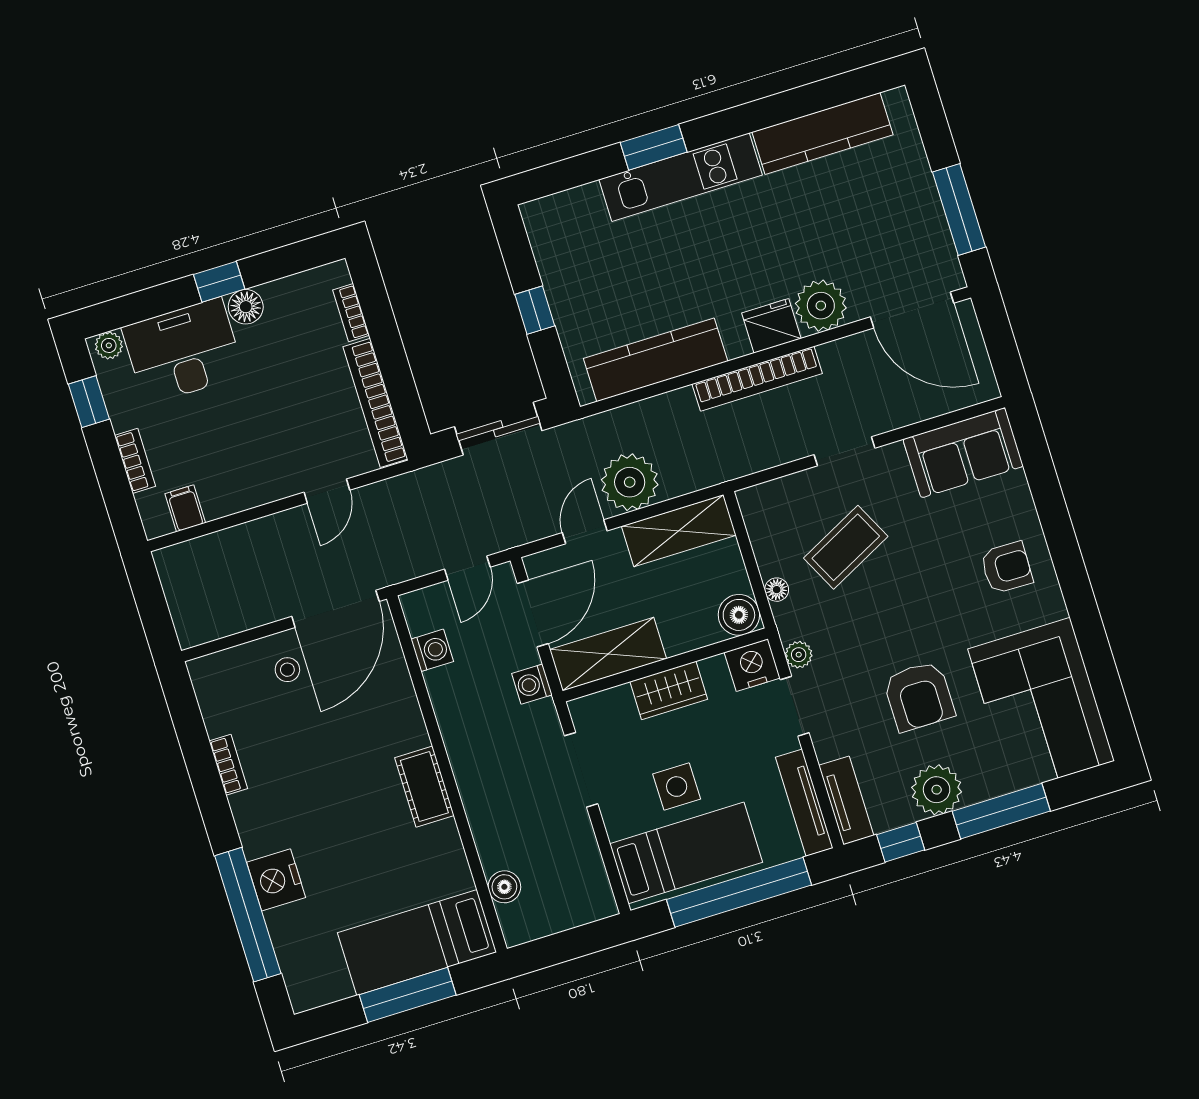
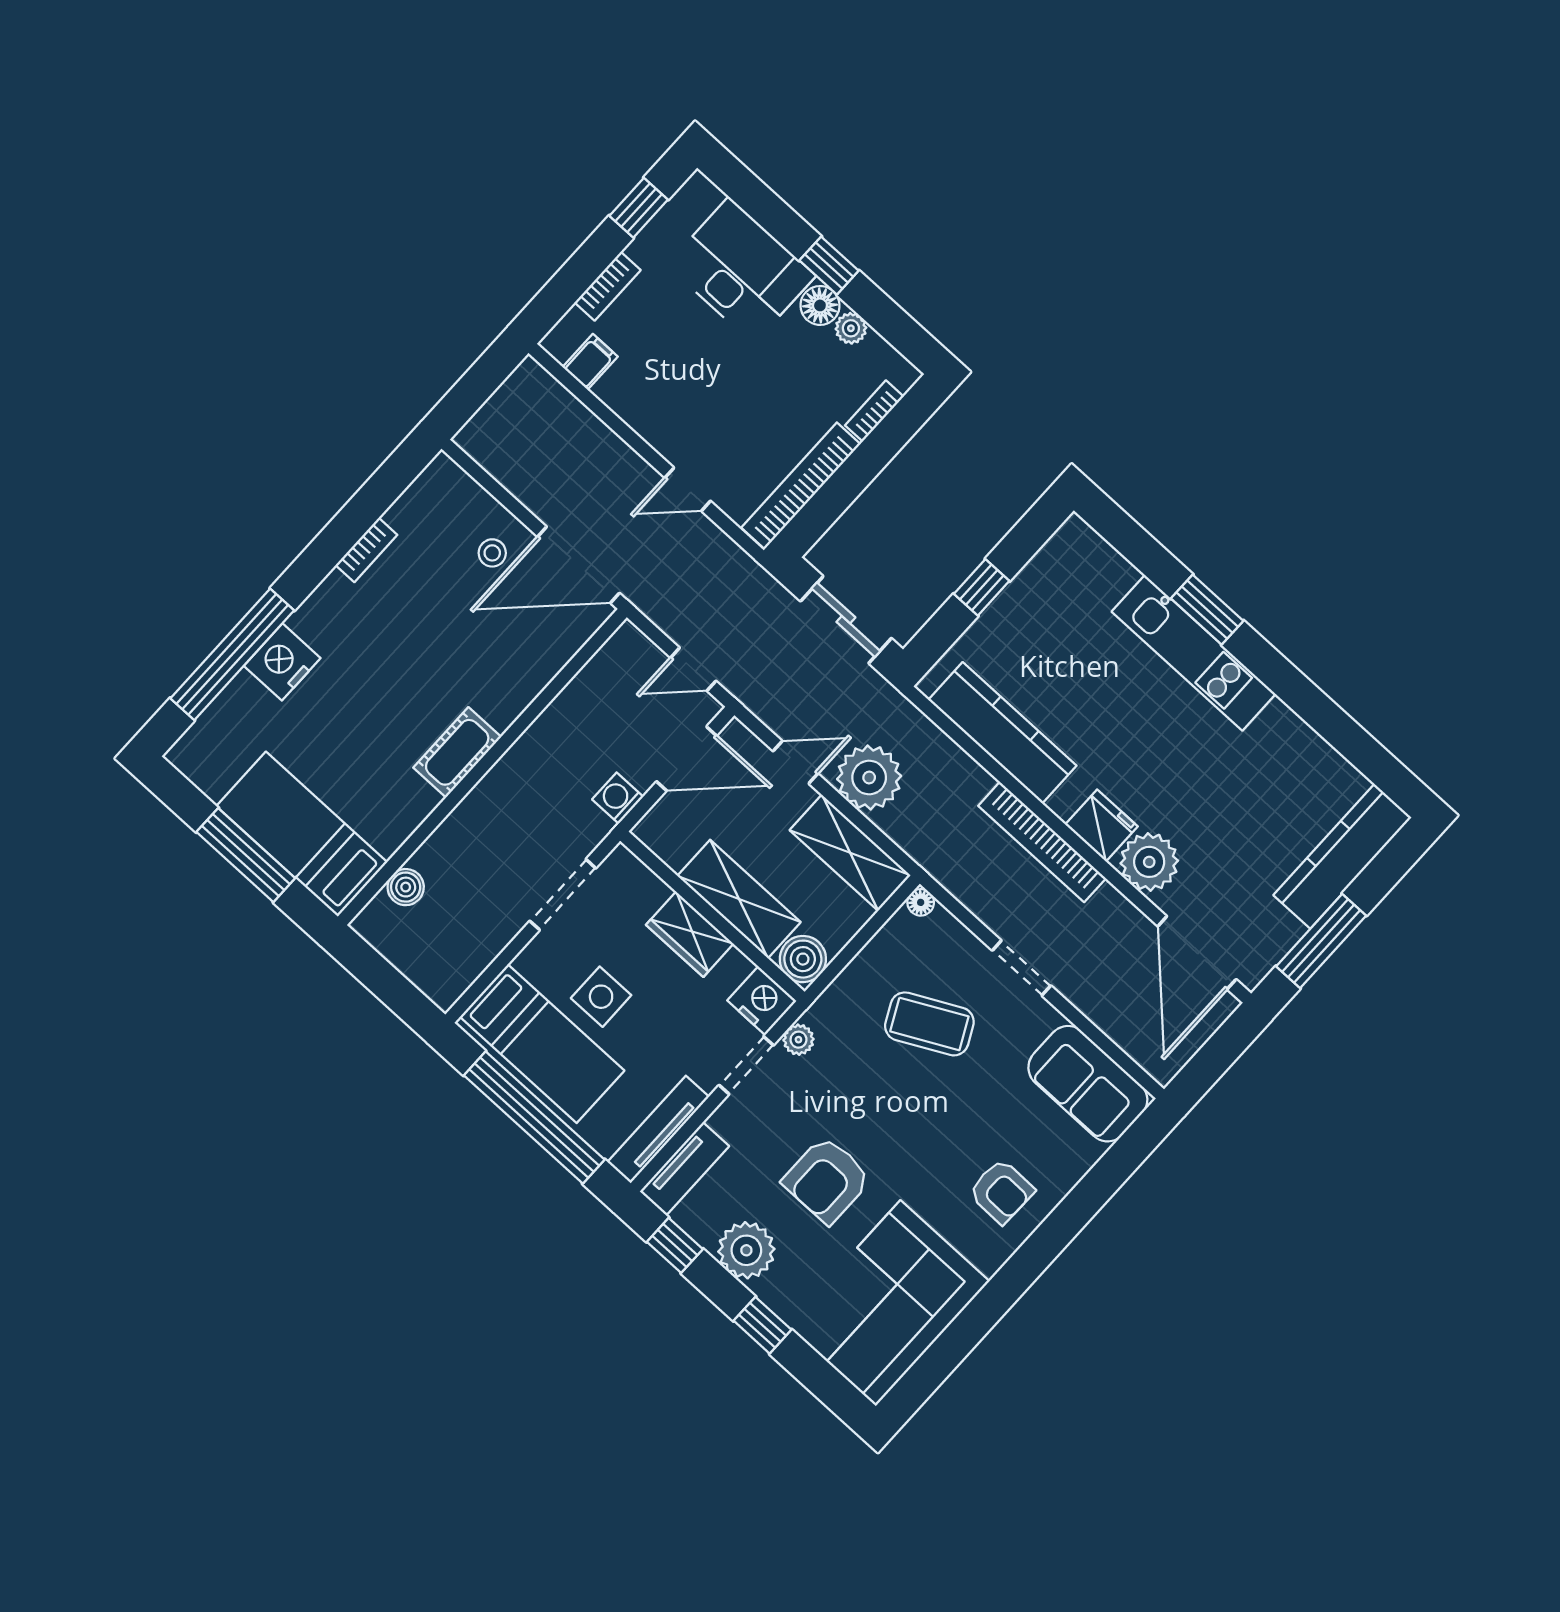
kitchen counter: (822, 133) -> (1342, 856), moved, turned 90
plant: (109, 345) -> (851, 328), moved
floor lamp: (777, 590) -> (921, 902), moved
washing machine: (432, 650) -> (594, 682), removed
shelving: (608, 654) -> (739, 899), moved
window: (1001, 811) -> (763, 1325), width x0.46

